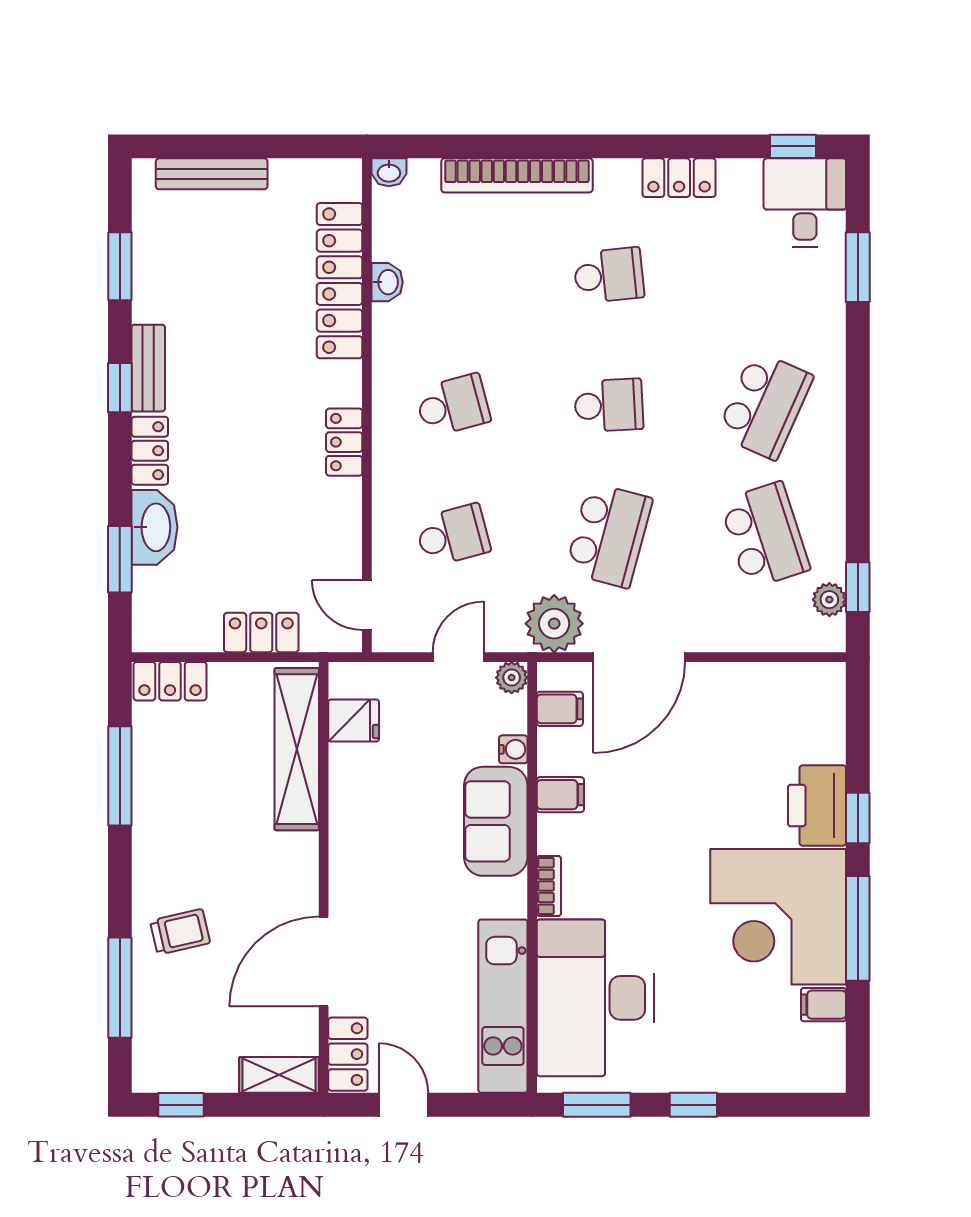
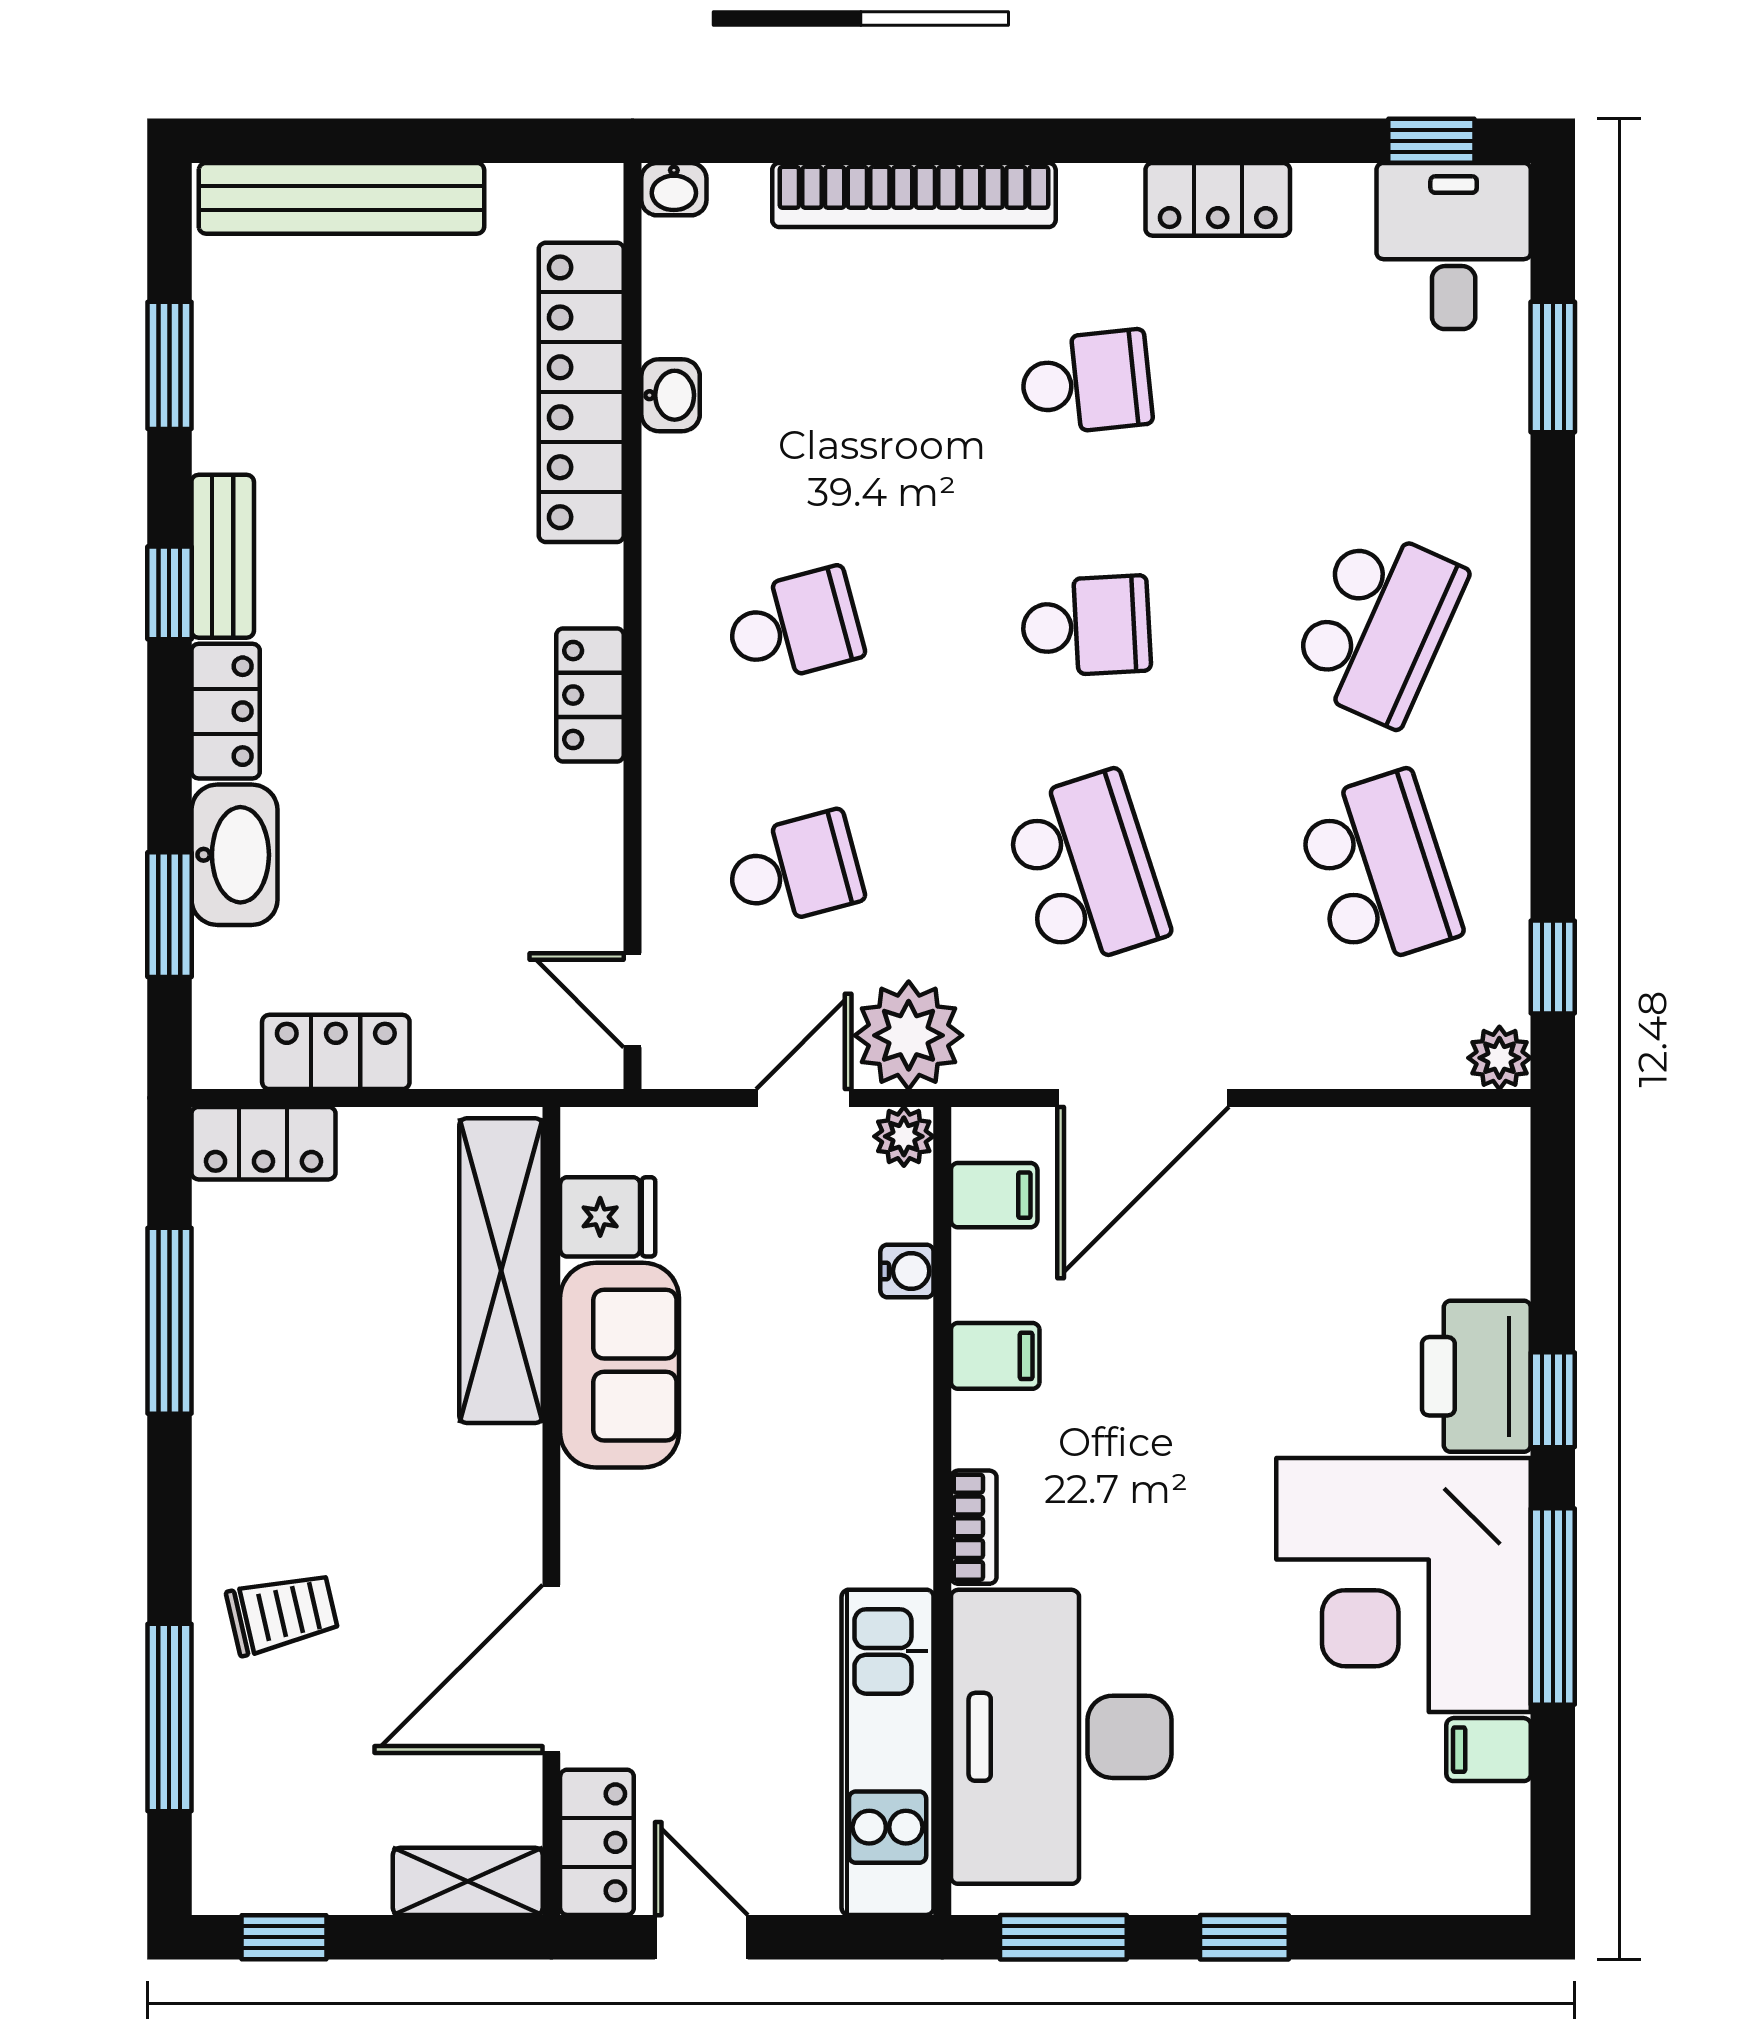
bench: (212, 174) -> (341, 198), width x1.37, depth x1.21
school desk: (609, 535) -> (1086, 870), turned -33
plant: (829, 600) -> (1499, 1058), moved
plant: (554, 624) -> (909, 1035), moved
locker: (261, 632) -> (336, 1052), moved
sofa: (496, 821) -> (620, 1365), moved, turned 180

